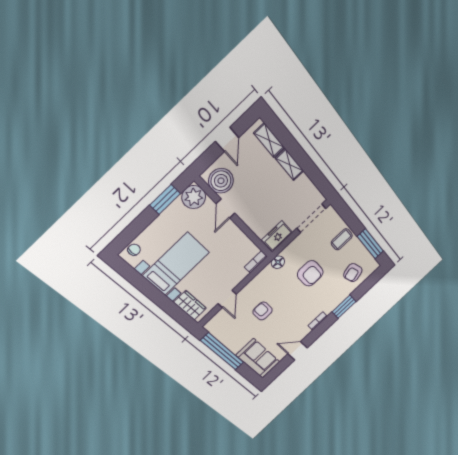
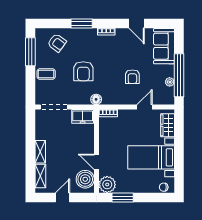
door: (226, 208) -> (97, 162), swing flipped
armchair: (310, 273) -> (83, 71), turned 180
armchair: (353, 273) -> (57, 43), turned 52
plant: (225, 339) -> (170, 82), added

